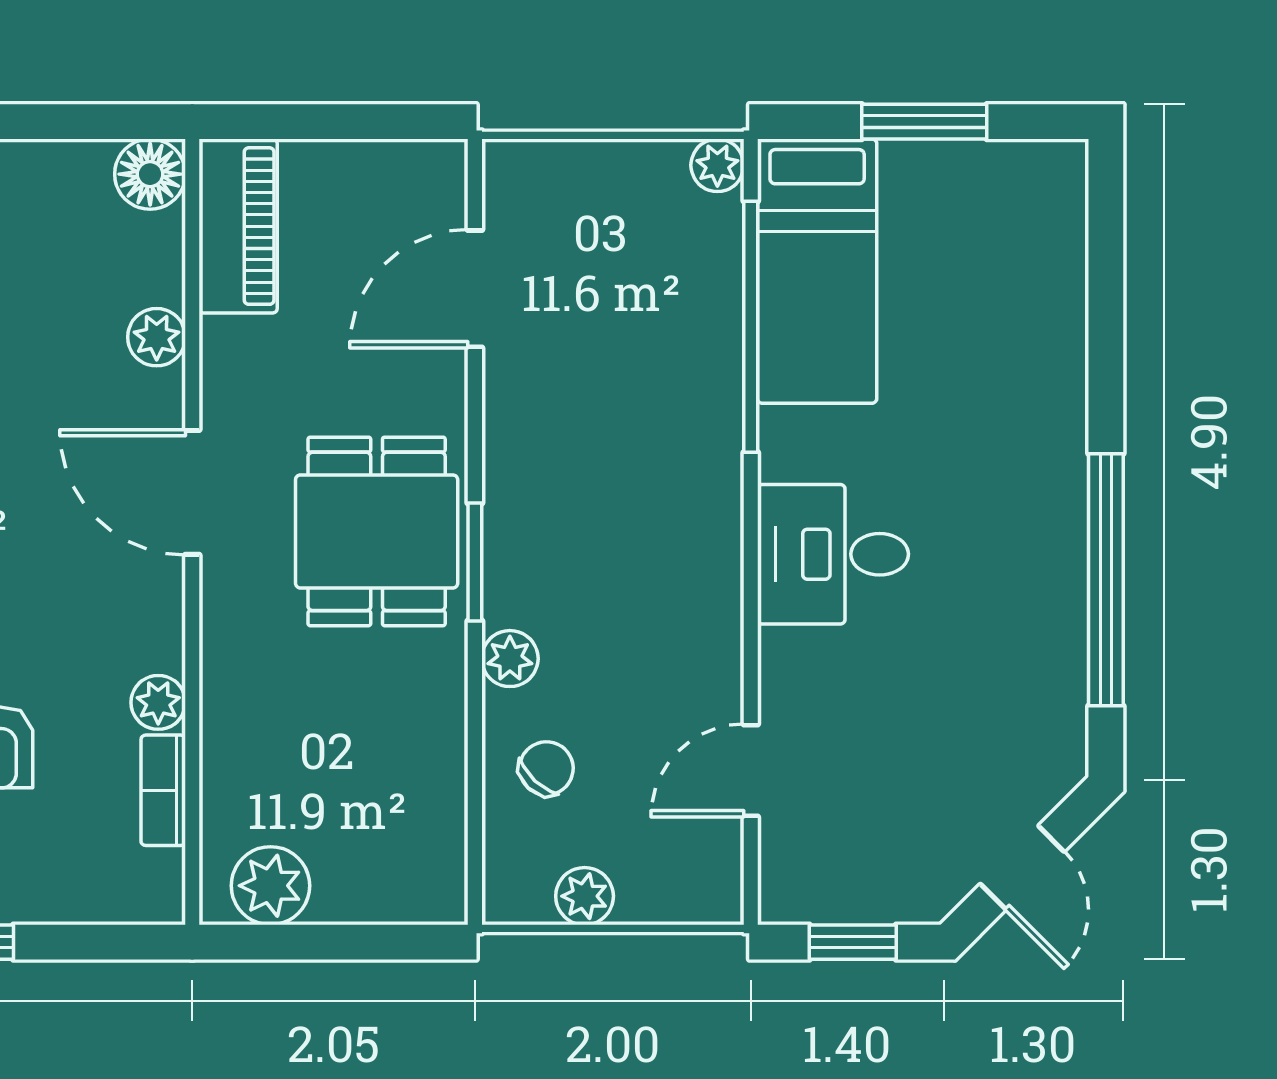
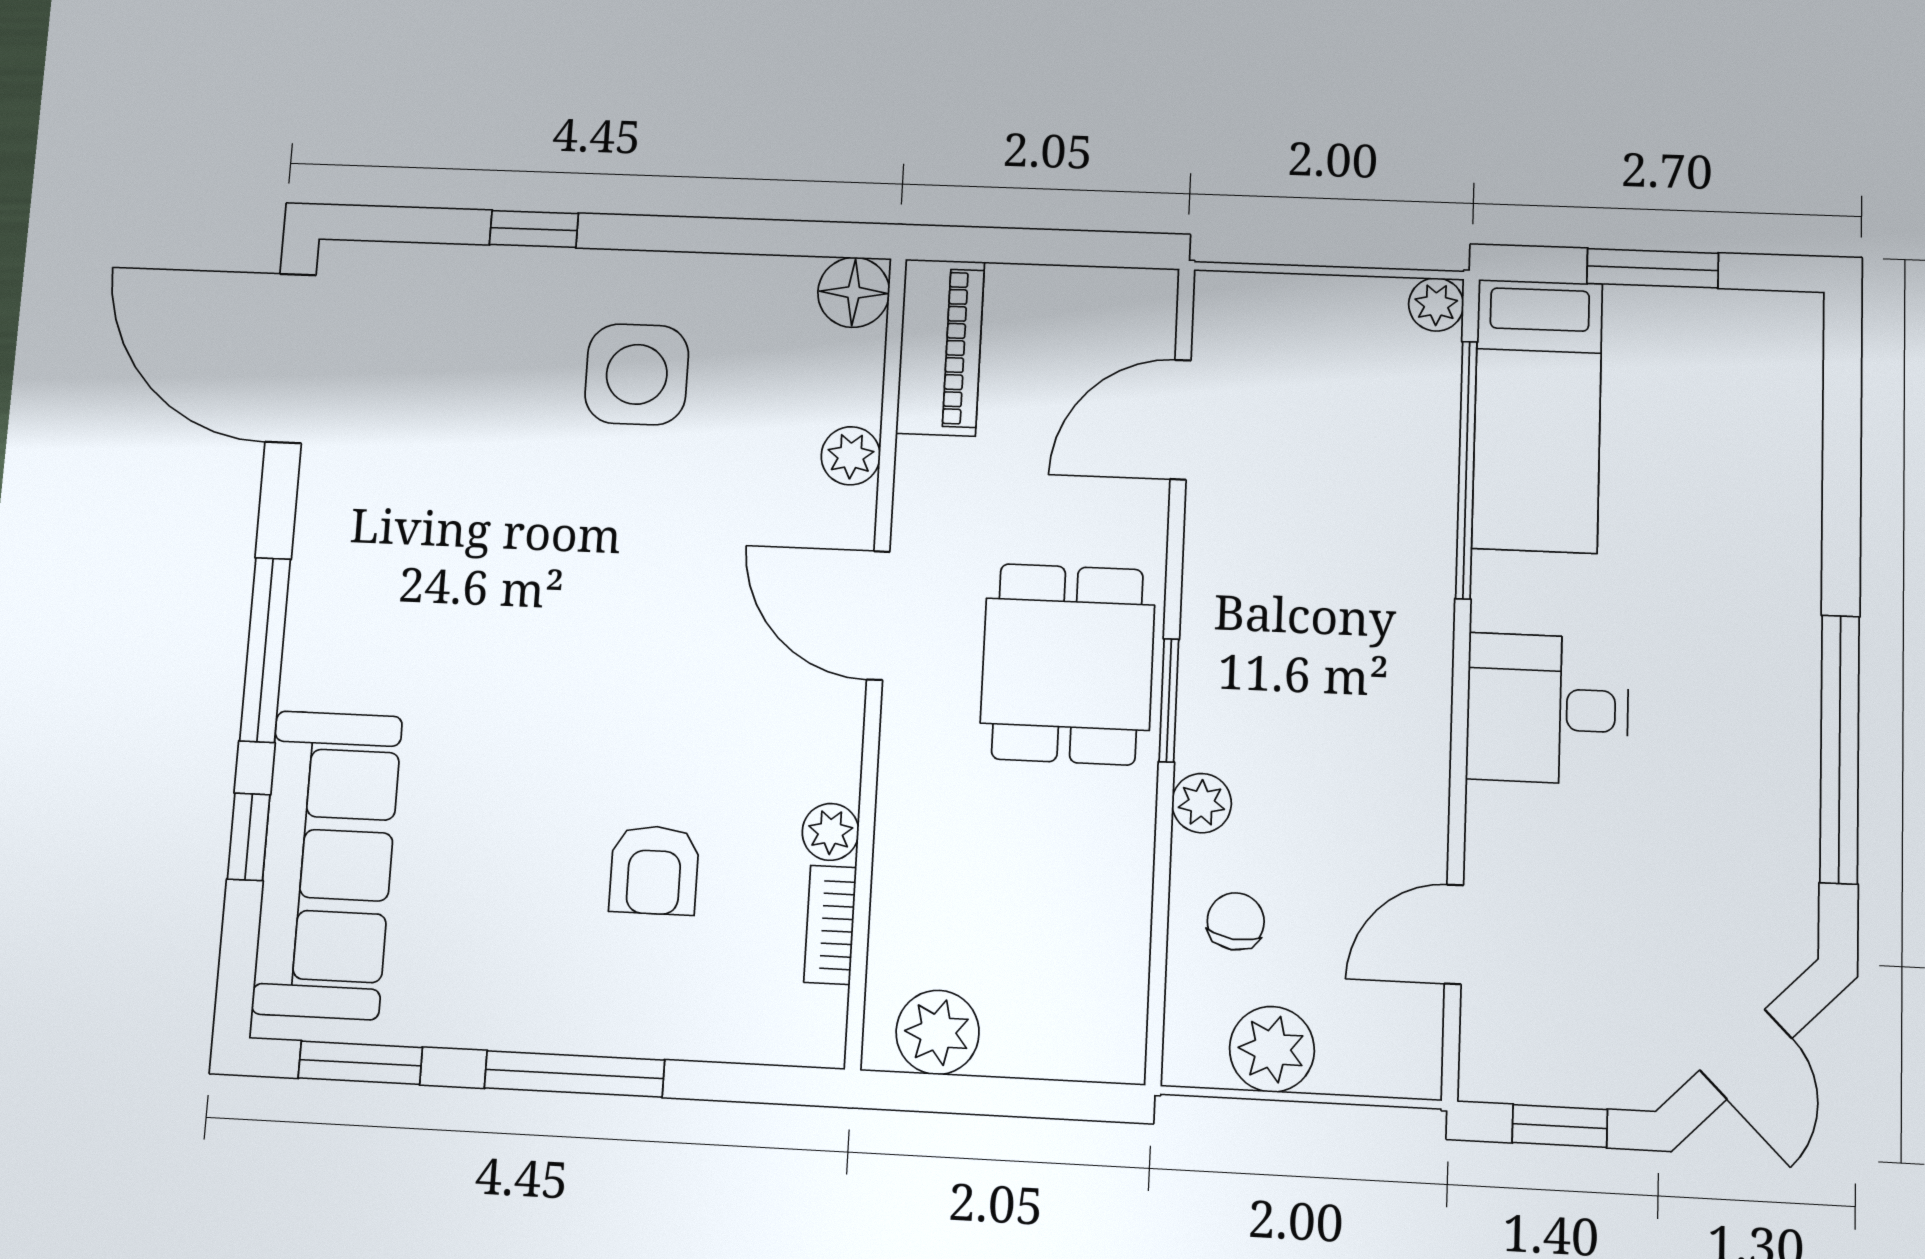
chair: (546, 768) -> (1236, 921), turned -36
plant: (585, 896) -> (1272, 1049), width x1.38, depth x1.38

